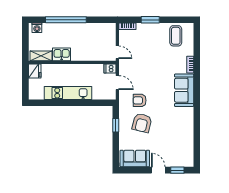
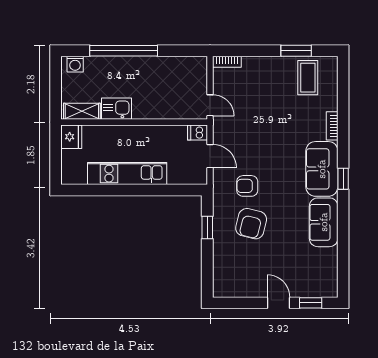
window: (150, 20) -> (296, 51), moved
window: (197, 96) -> (343, 179), added
sofa: (135, 159) -> (324, 222), moved, turned -90

